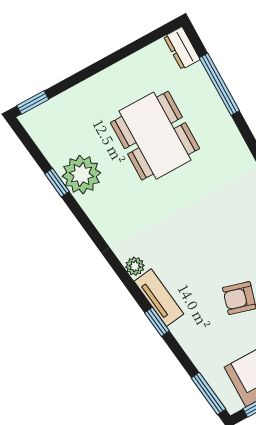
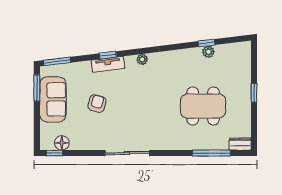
window: (33, 102) -> (254, 93), moved
plant: (81, 175) -> (208, 52), width x0.53, depth x0.53
tv unit: (159, 298) -> (108, 64), moved

